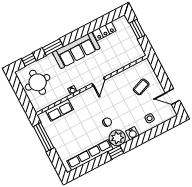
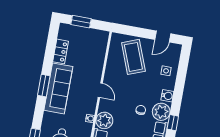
window: (53, 47) -> (44, 86), moved
coffee table: (141, 87) -> (133, 57), width x1.86, depth x1.72
plant: (79, 102) -> (104, 120), added

